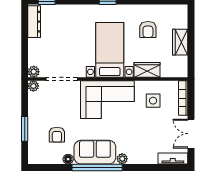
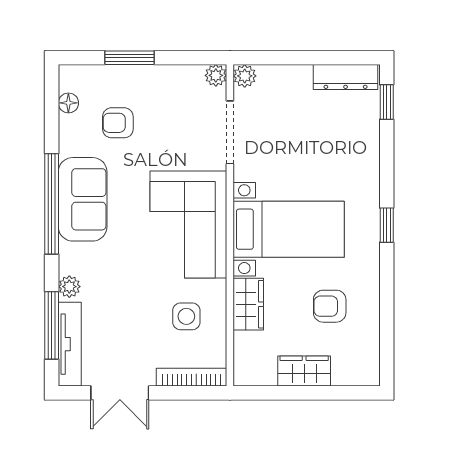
double door: (191, 134) -> (120, 393), swing flipped
floor lamp: (68, 159) -> (68, 103), moved
plant: (122, 159) -> (69, 287), moved
tv unit: (173, 159) -> (70, 344), width x1.41
window: (158, 168) -> (52, 325), added

